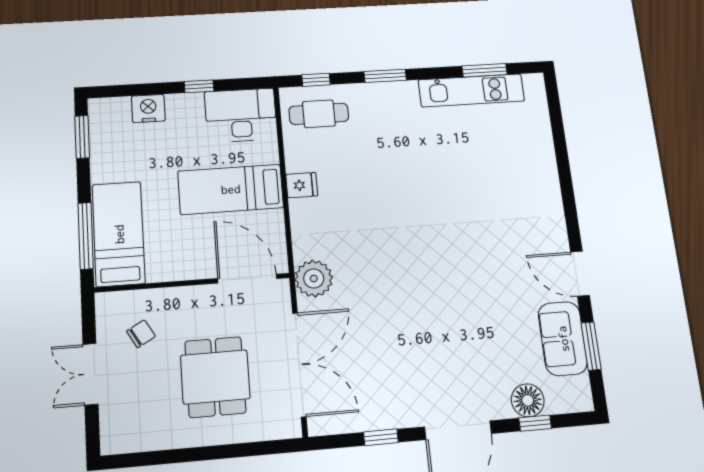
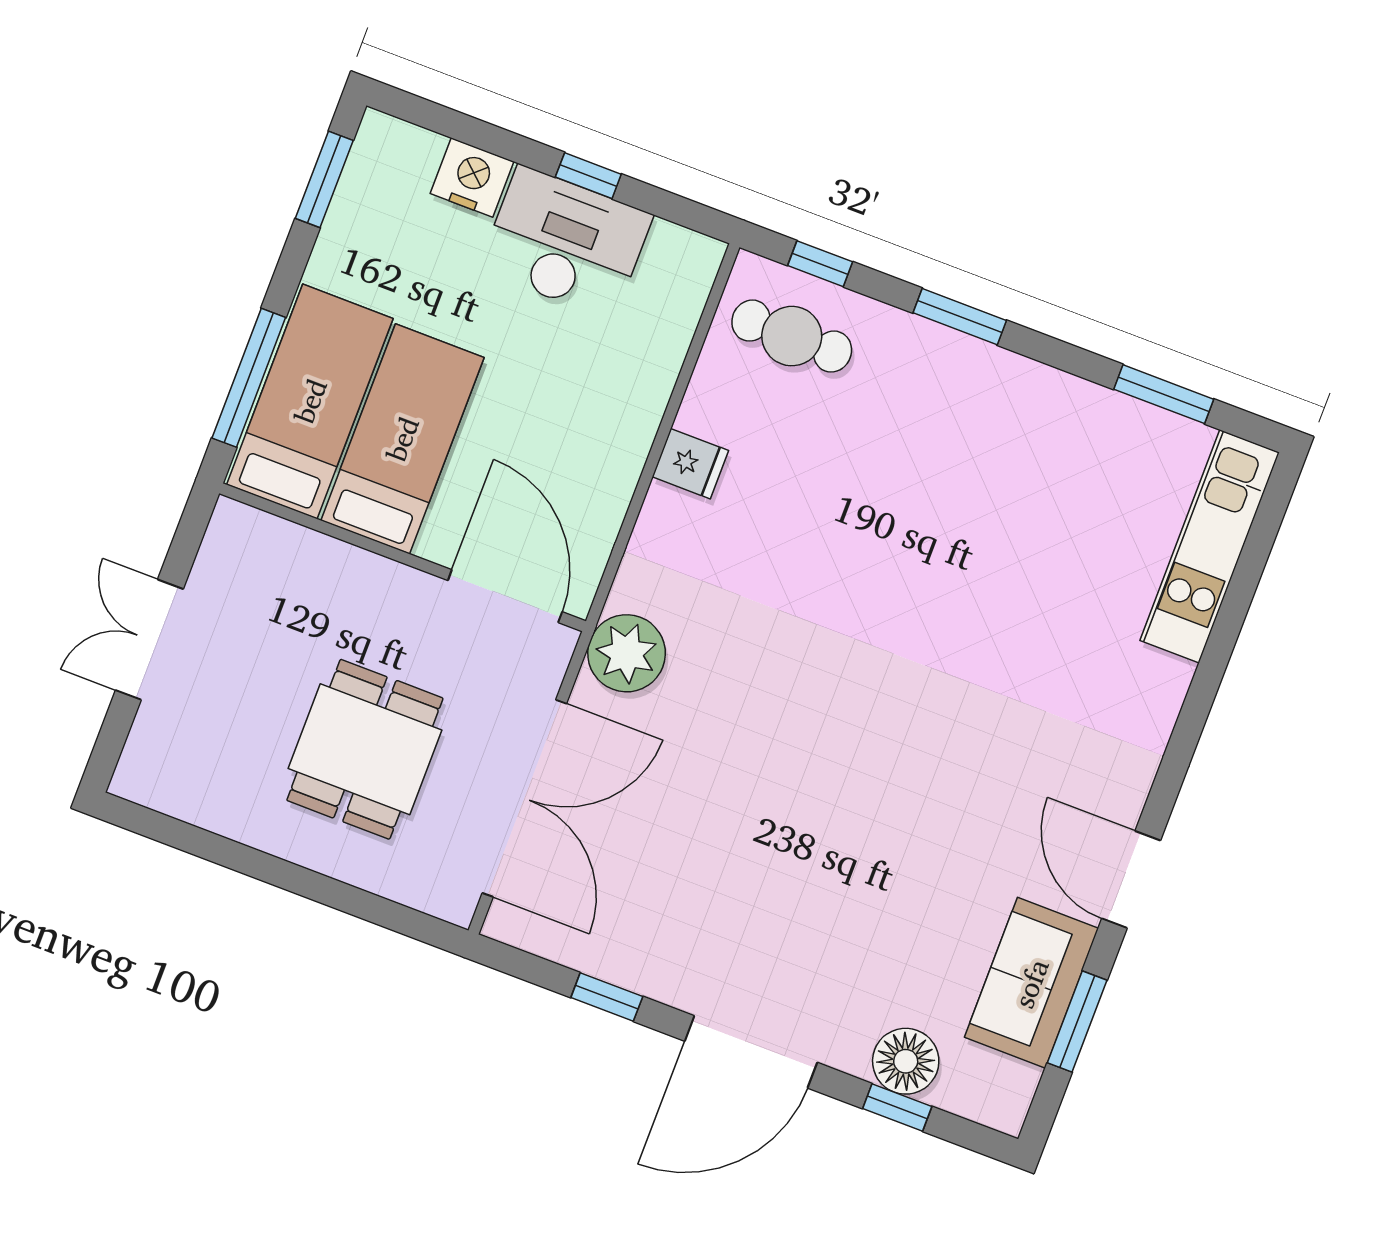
kitchen unit: (471, 90) -> (1210, 546), moved, turned 90
desk: (241, 115) -> (566, 242), moved
bed: (231, 189) -> (402, 439), moved, turned 90
chair: (141, 334) -> (269, 608), removed

